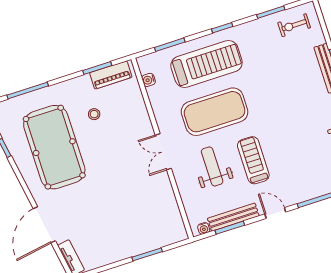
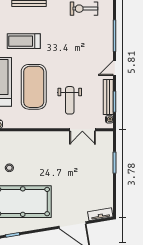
double door: (163, 152) -> (82, 130), moved
treadmill: (253, 160) -> (24, 41), moved
weight bench: (212, 166) -> (70, 100), turned -90

